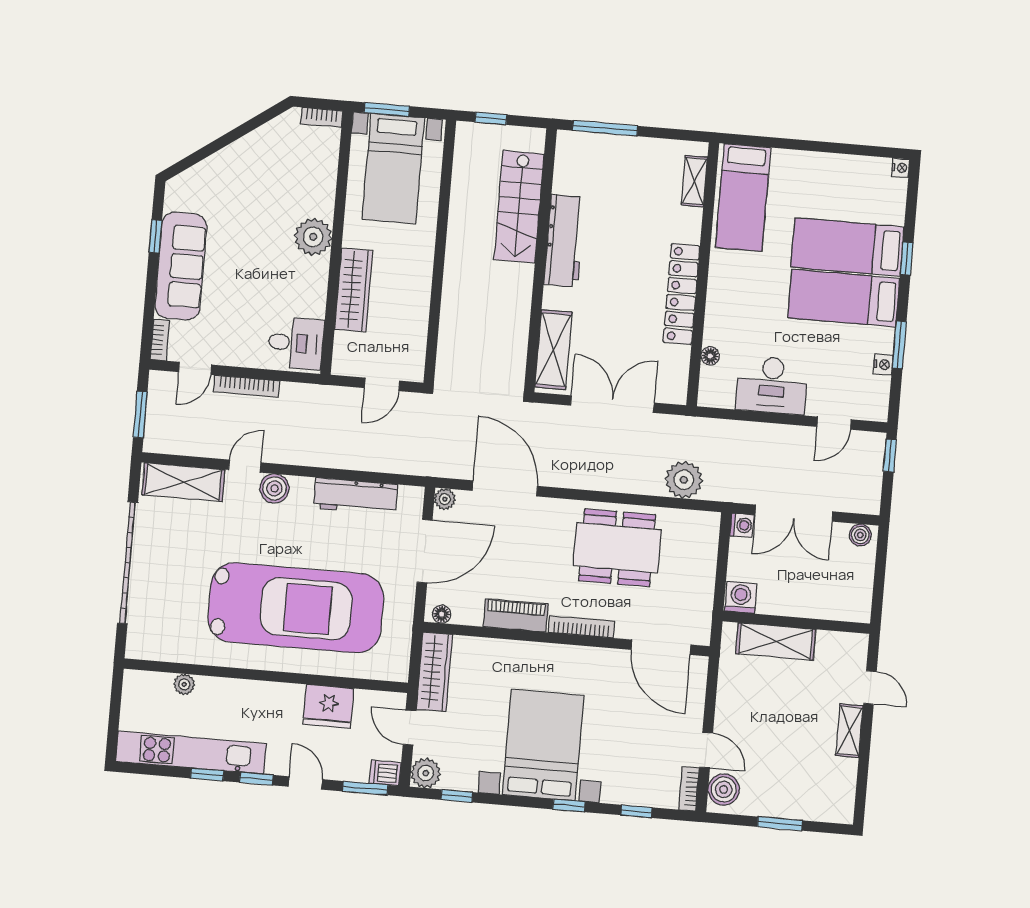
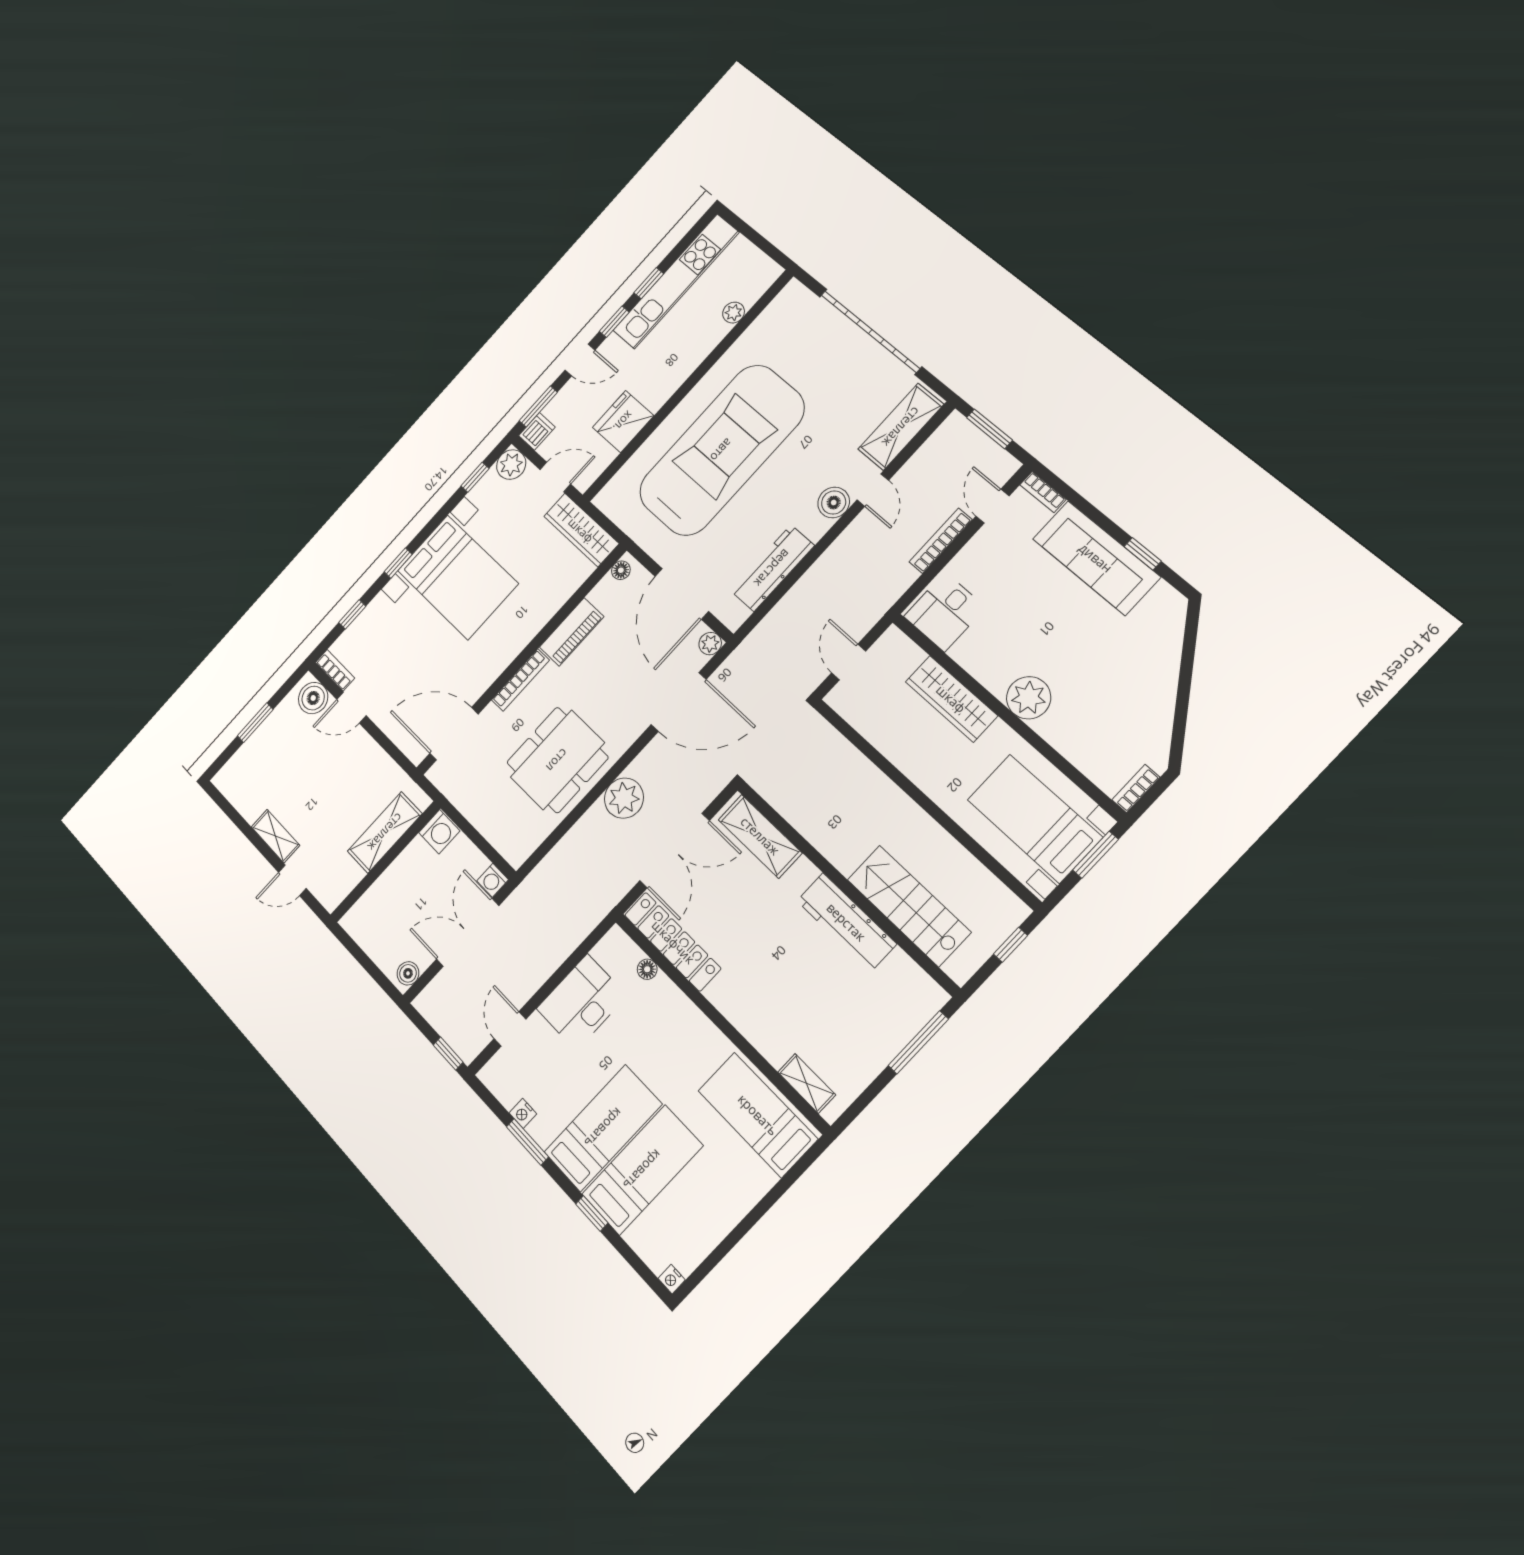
locker: (681, 294) -> (673, 942), moved
plant: (684, 480) -> (624, 798), moved
car: (296, 608) -> (721, 450), turned 180

